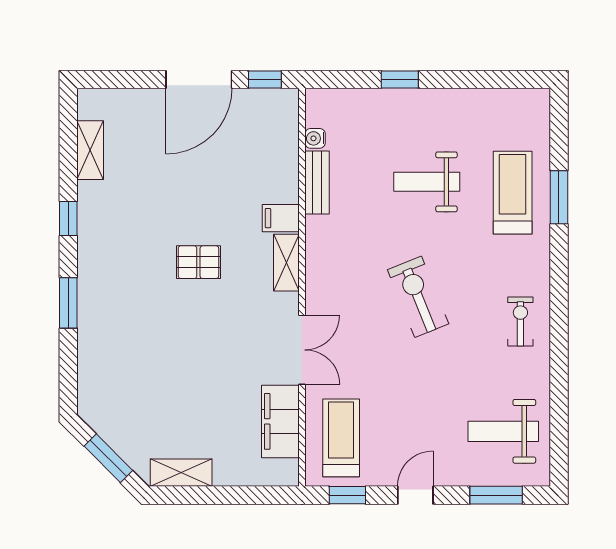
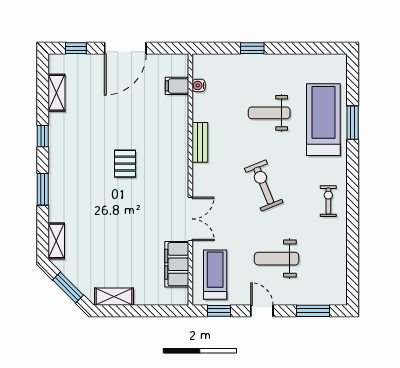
window: (265, 80) -> (76, 48), moved
bench: (317, 182) -> (200, 142), moved
treadmill: (513, 193) -> (323, 120), width x1.37, depth x1.38
filing cabinet: (281, 218) -> (177, 86), moved
pallet: (198, 262) -> (125, 164), turned 90
shelving: (286, 263) -> (56, 241), moved
weight bench: (503, 431) -> (277, 259), moved
door: (415, 495) -> (262, 311), hinge flipped

